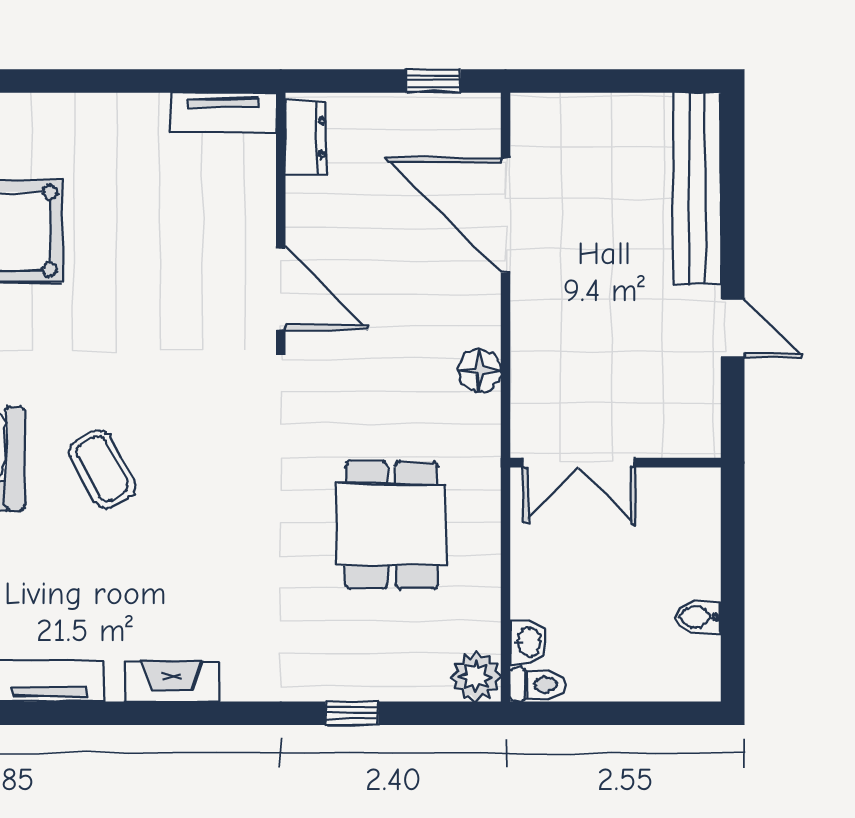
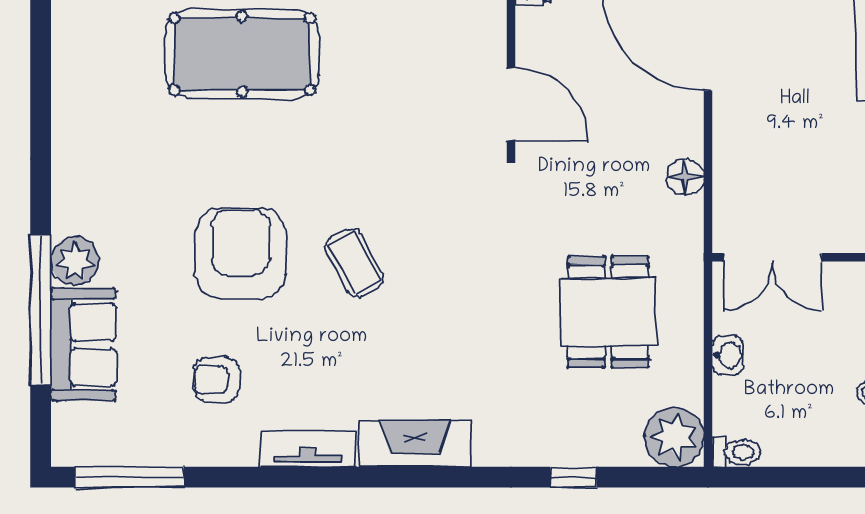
washbasin: (528, 642) -> (728, 355), moved
plant: (476, 677) -> (674, 437), width x1.36, depth x1.36
fireplace: (172, 682) -> (415, 444), width x1.37, depth x1.32

